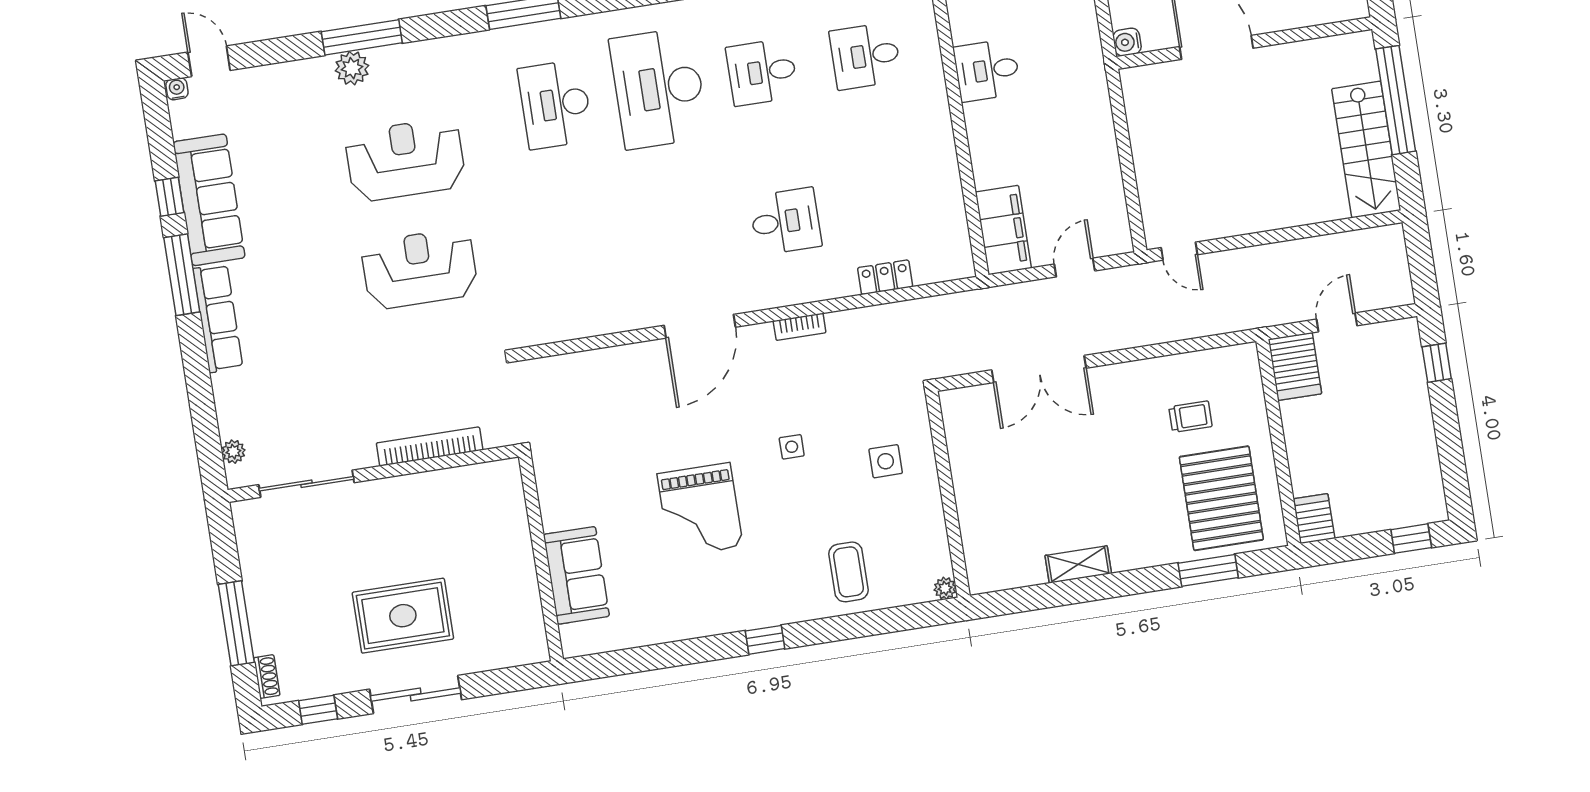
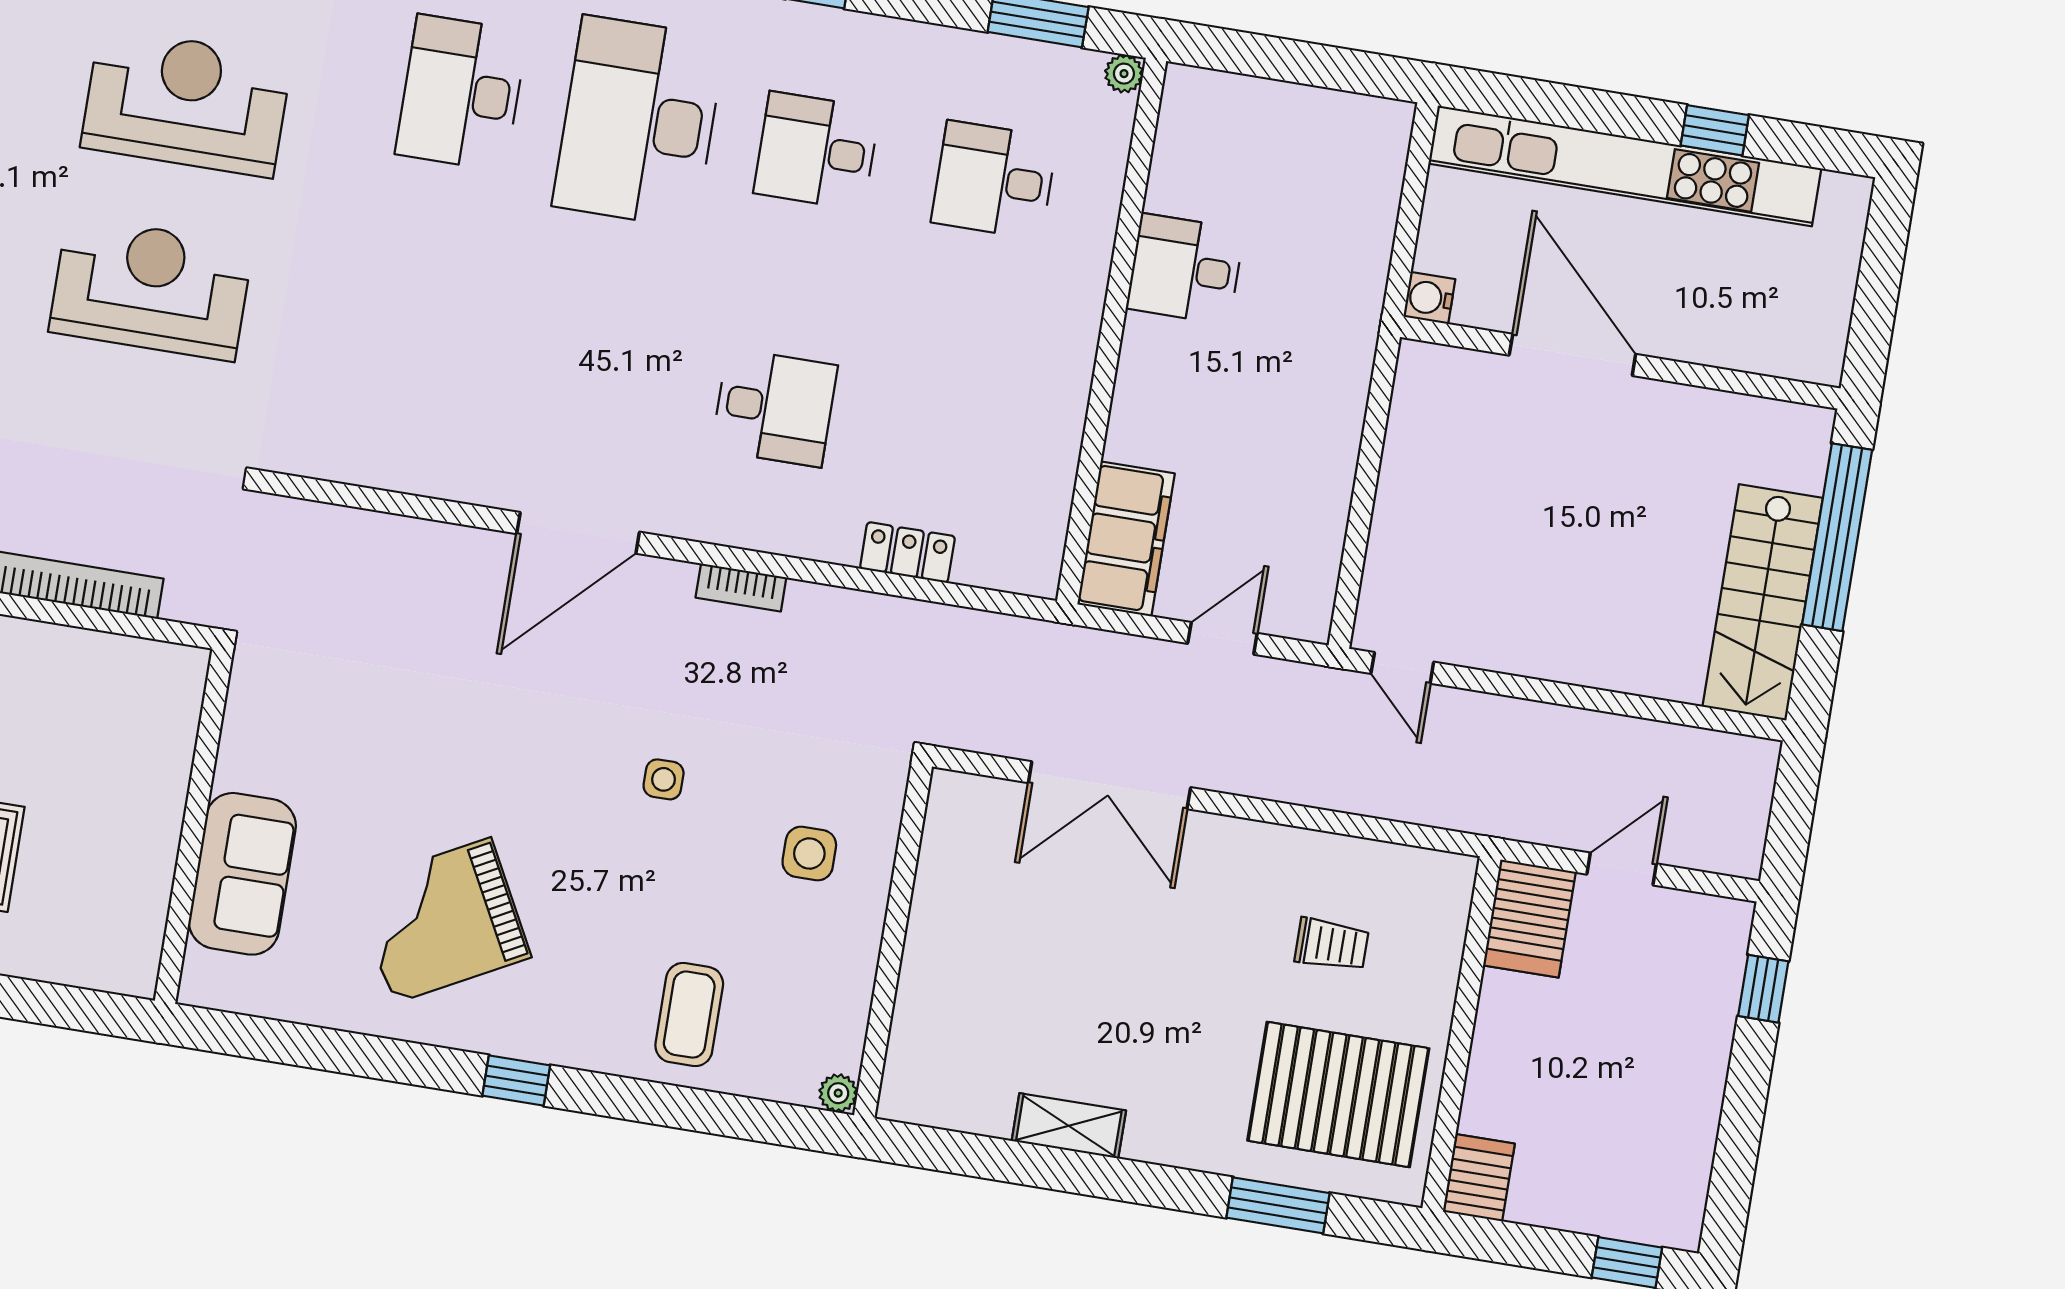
pallet: (1221, 498) -> (1338, 1094), turned 90
grand piano: (700, 510) -> (442, 921), moved, turned 62

